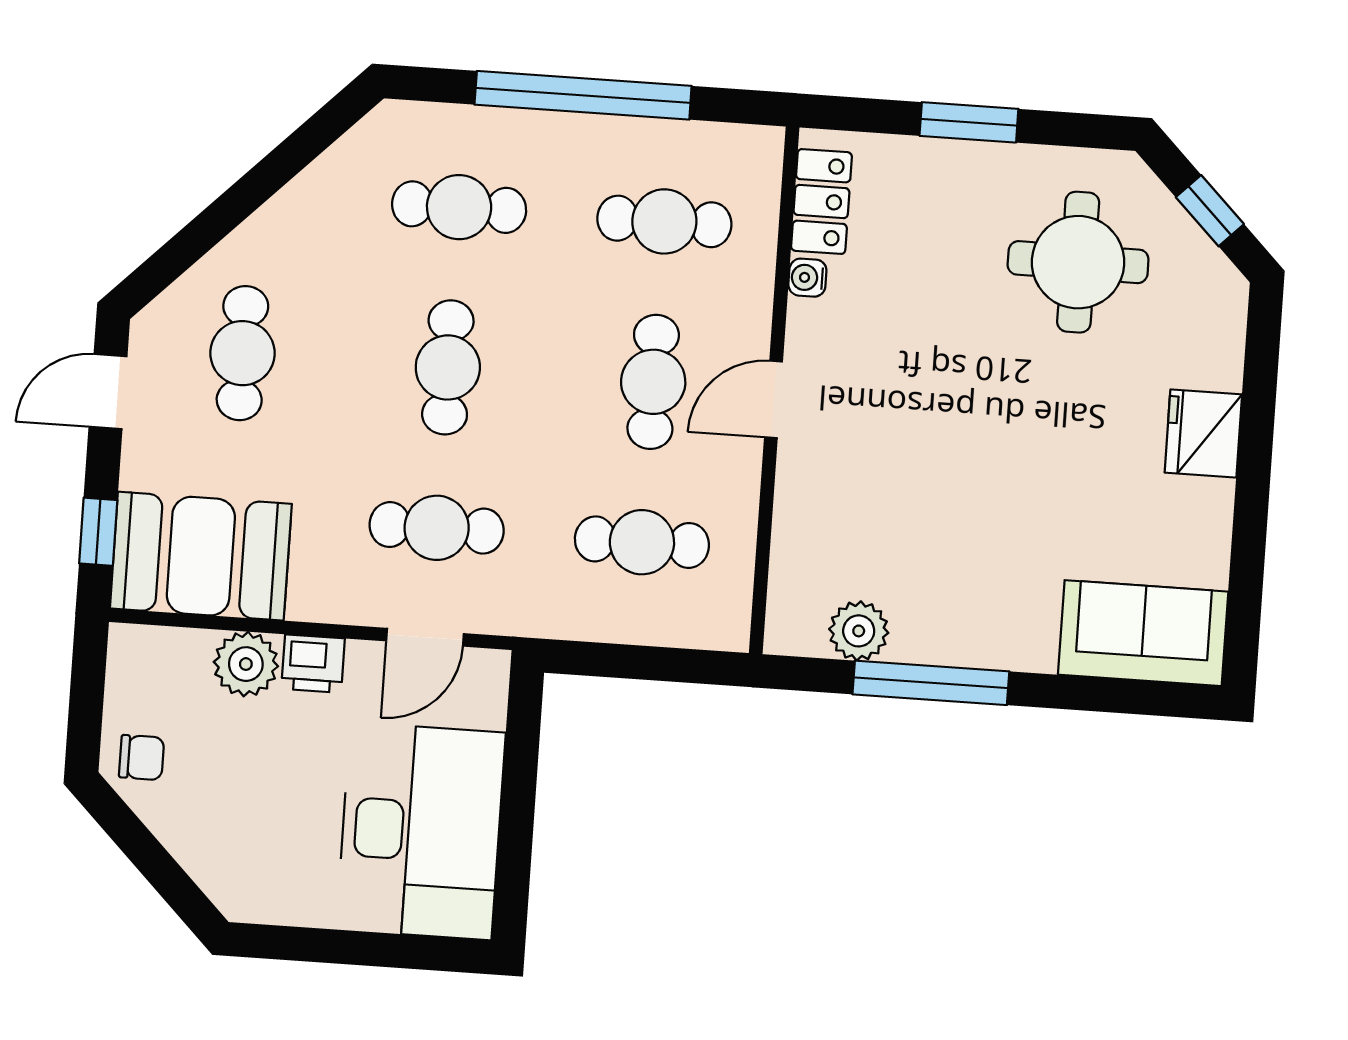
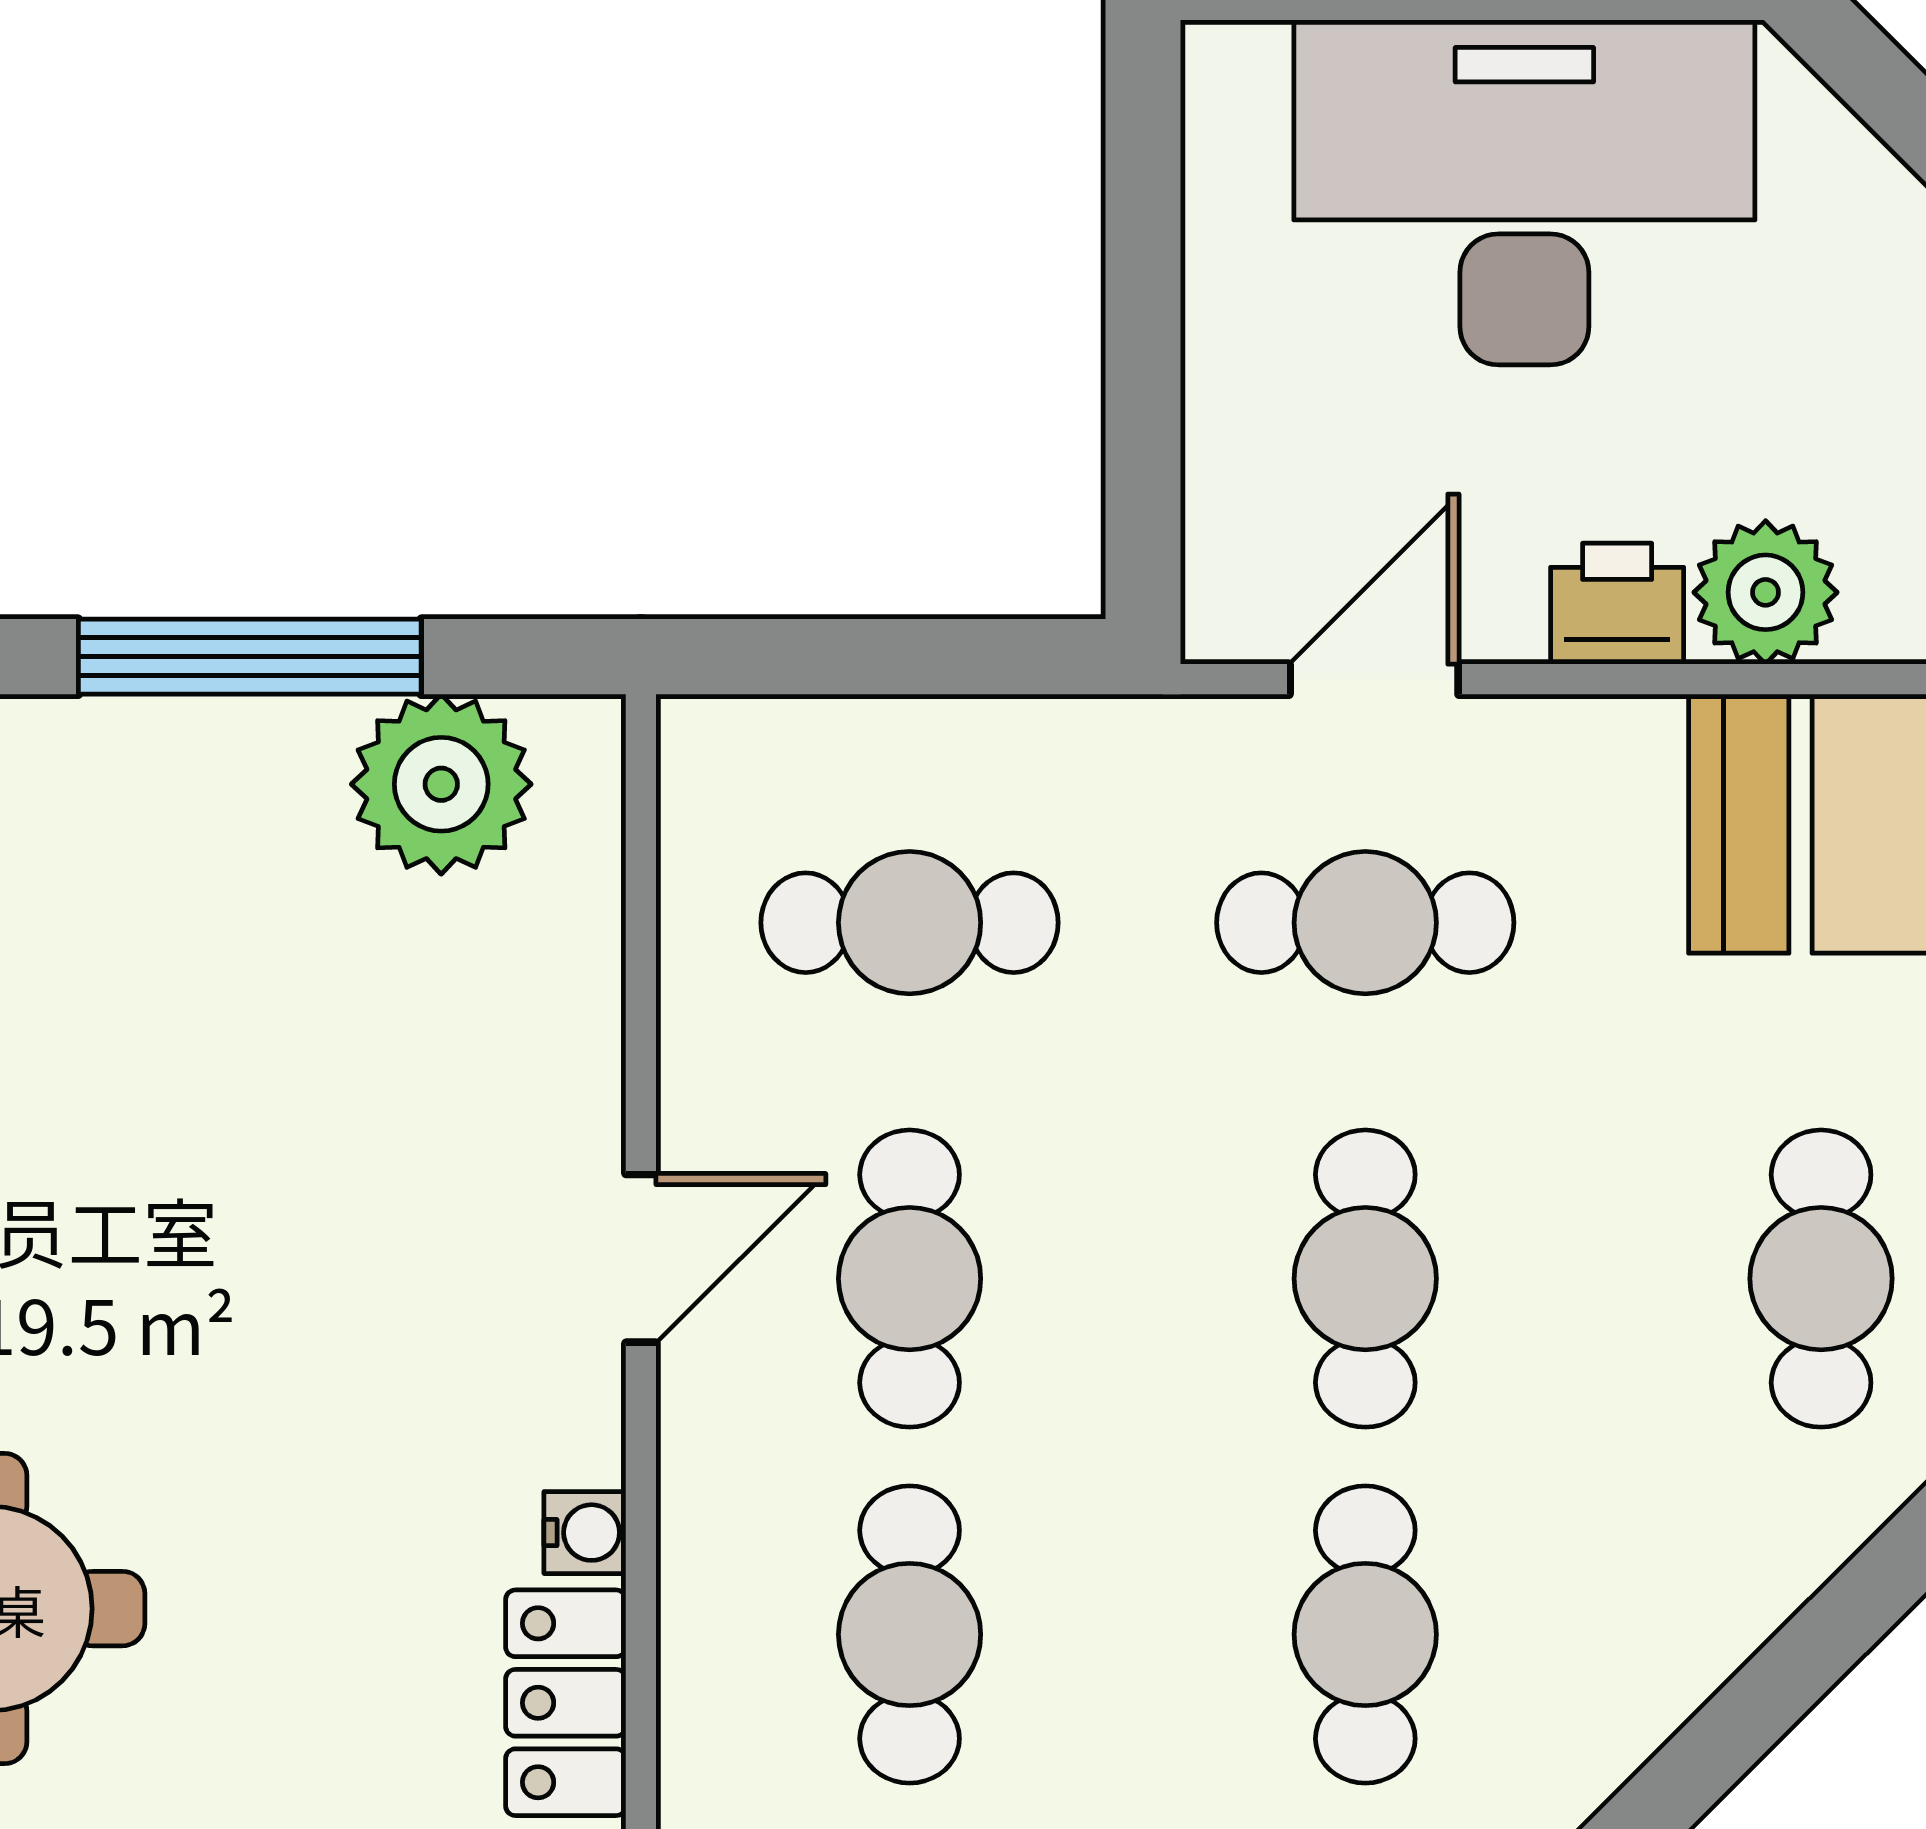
cafe table: (459, 207) -> (1365, 1634), turned 90
cafe table: (664, 221) -> (910, 1634), turned 90
plant: (859, 631) -> (441, 784), width x1.36, depth x1.36
desk: (421, 831) -> (1524, 192), moved, turned 90

